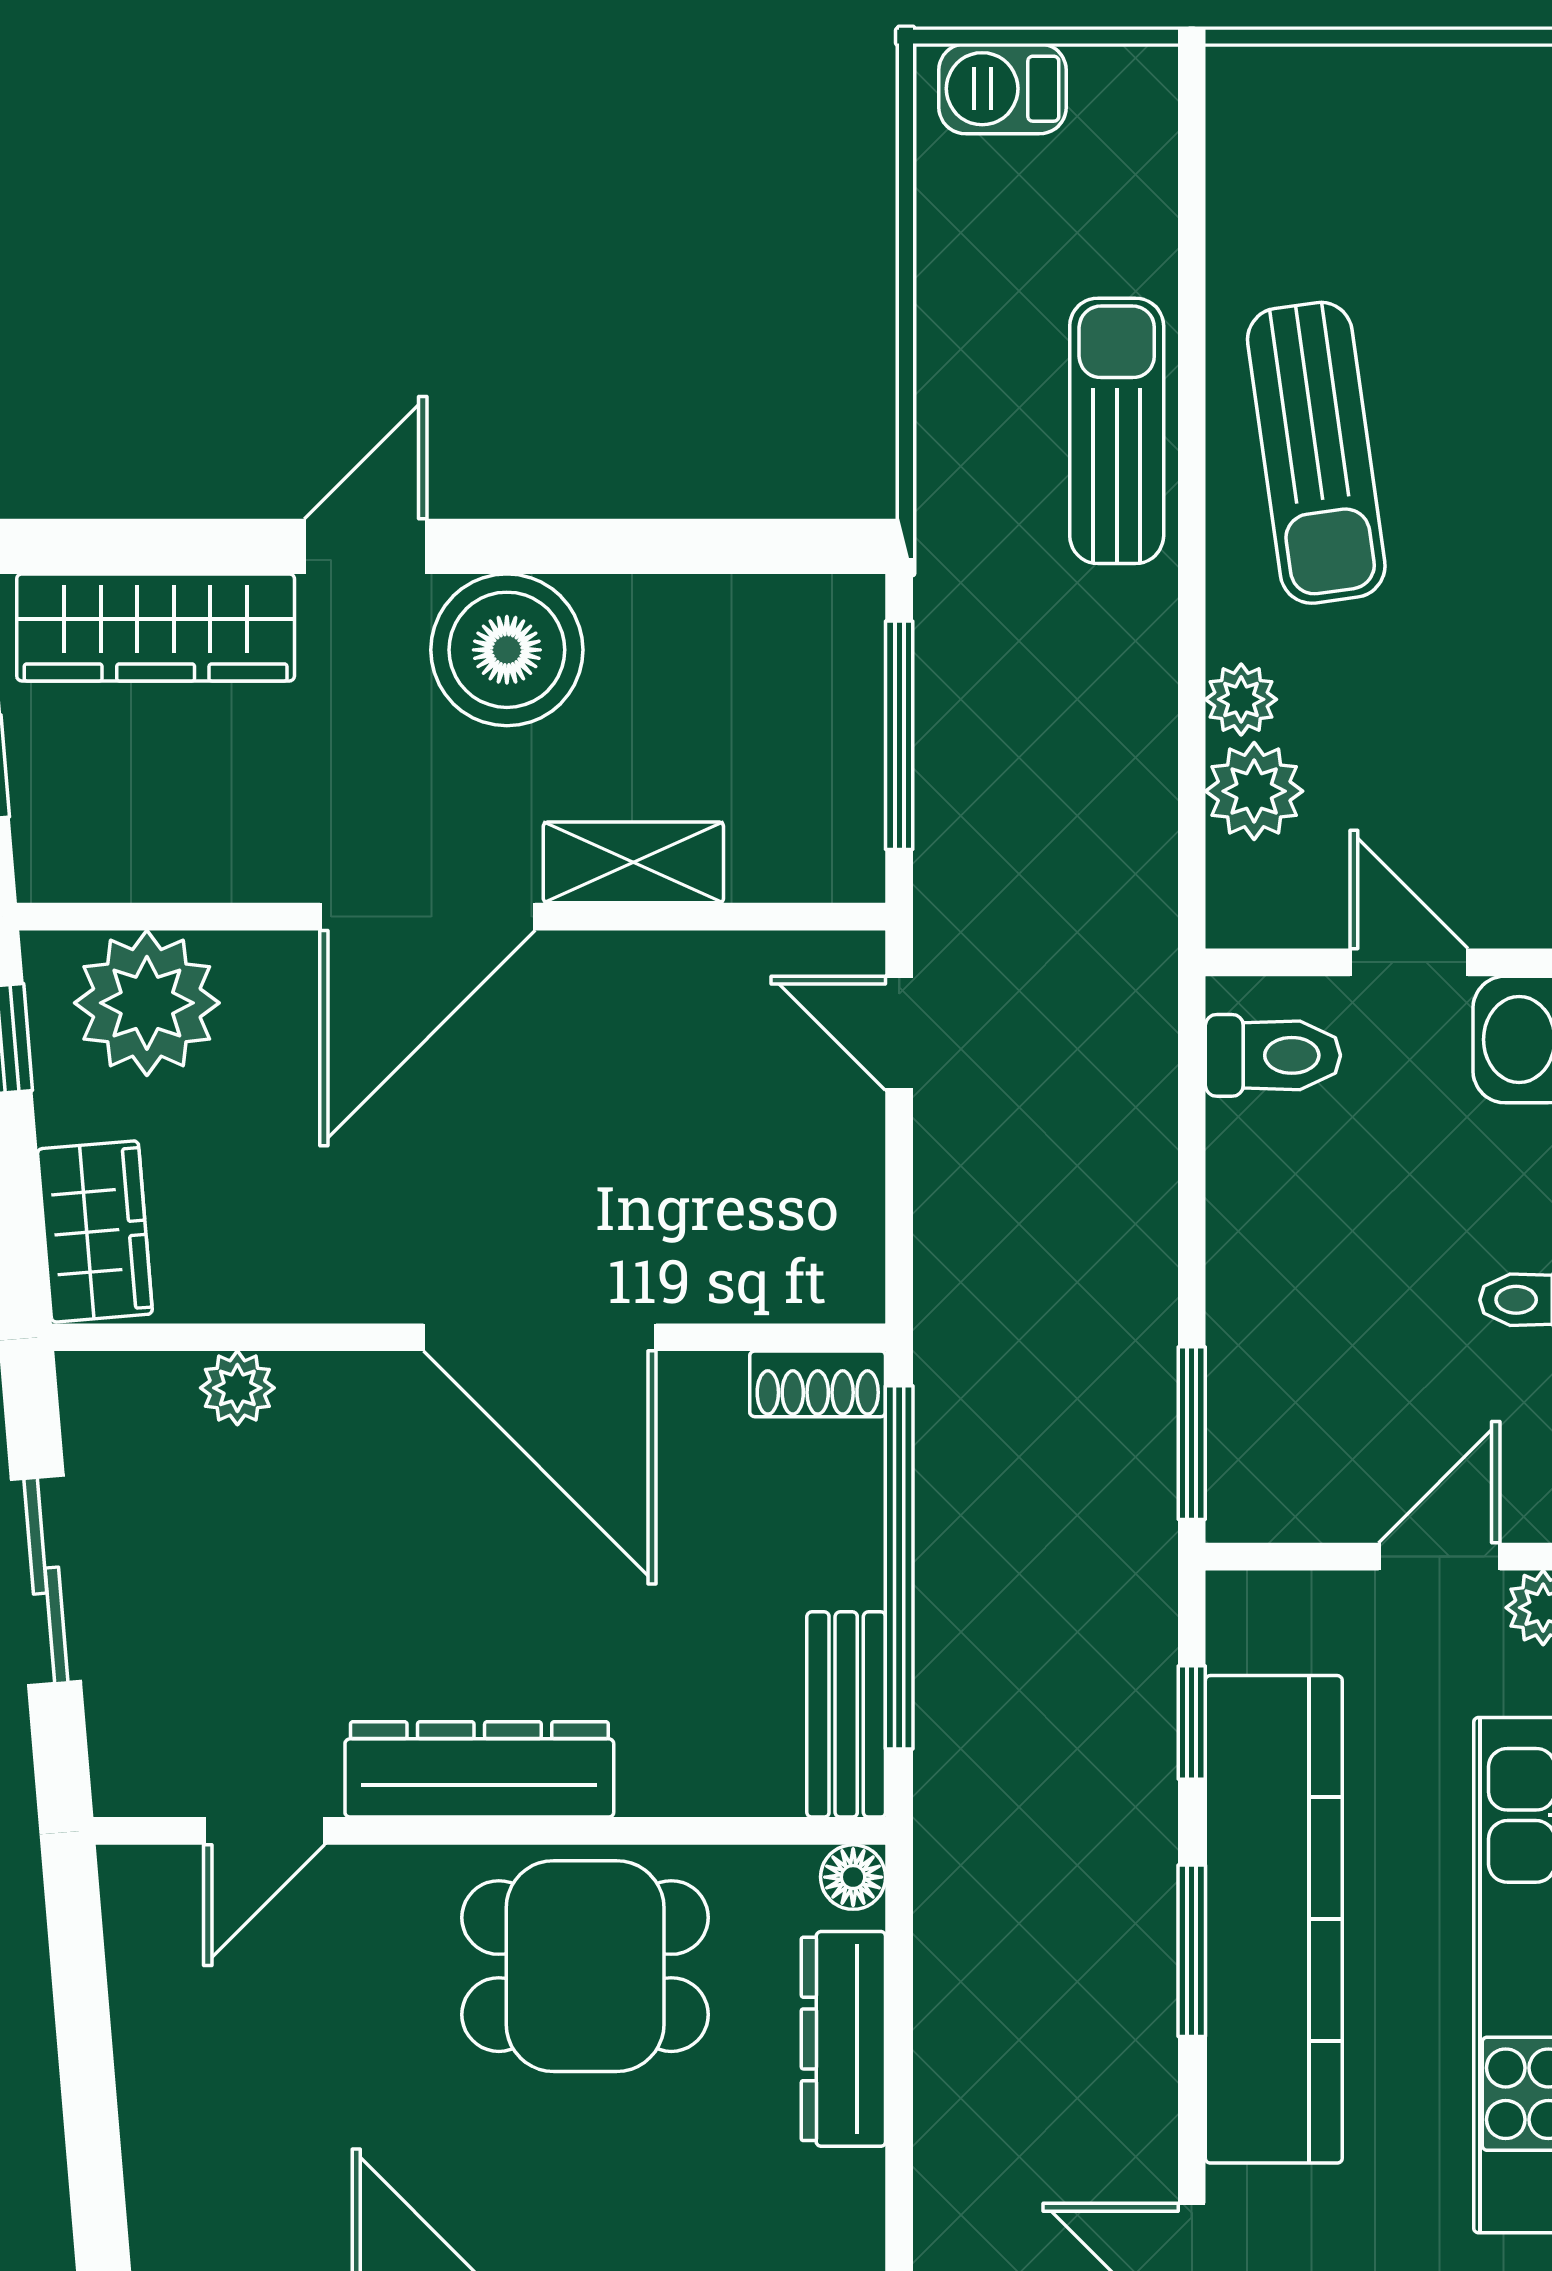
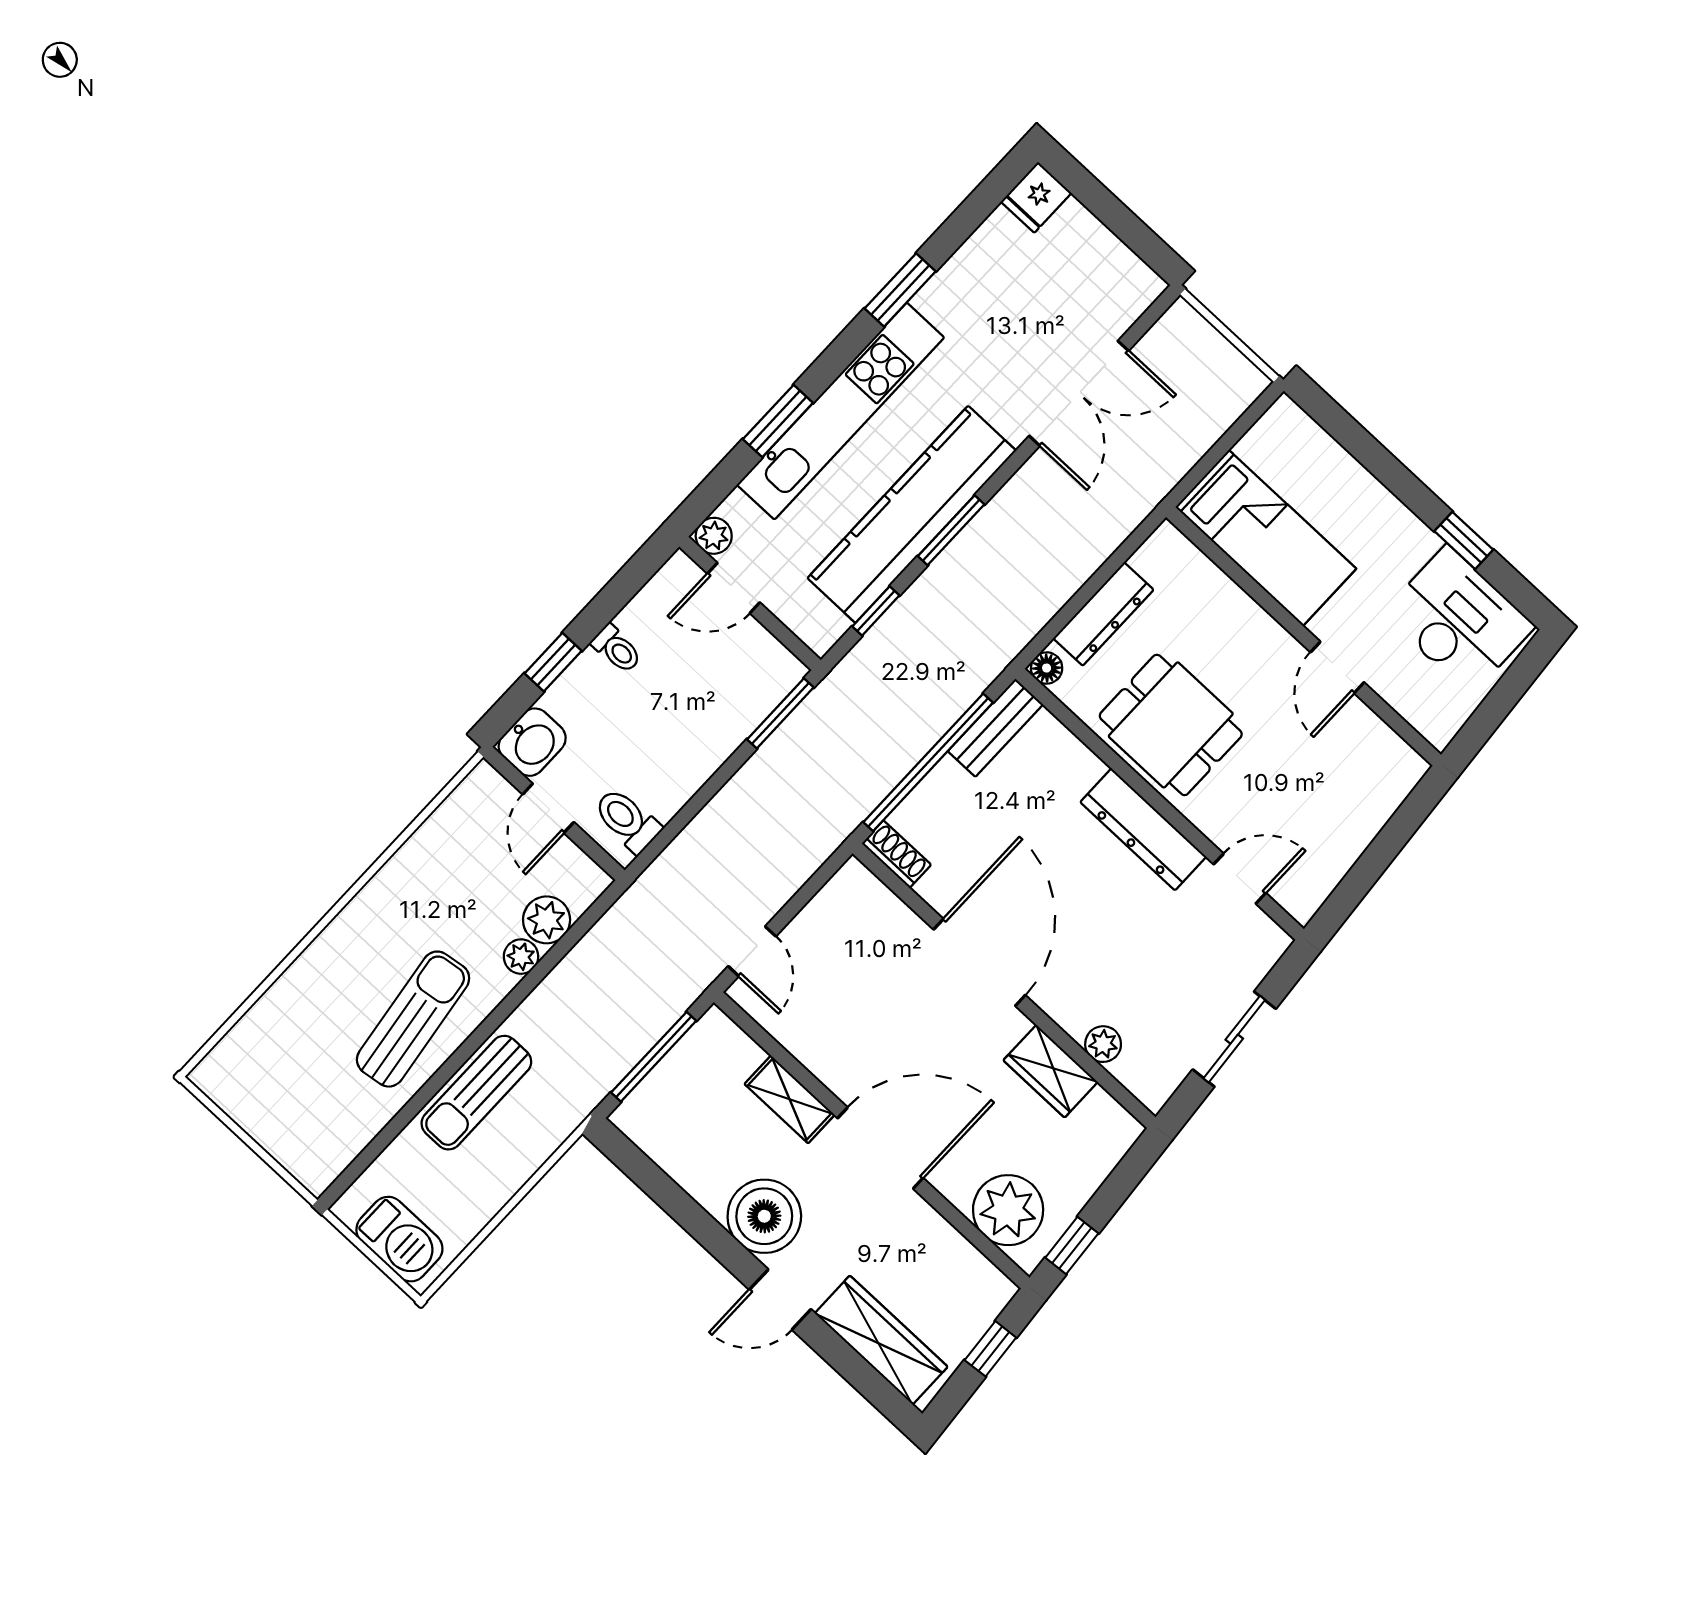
barbecue: (1003, 89) -> (399, 1239), width x1.38, depth x1.27
wardrobe: (95, 1231) -> (1051, 1071), moved, turned -85

